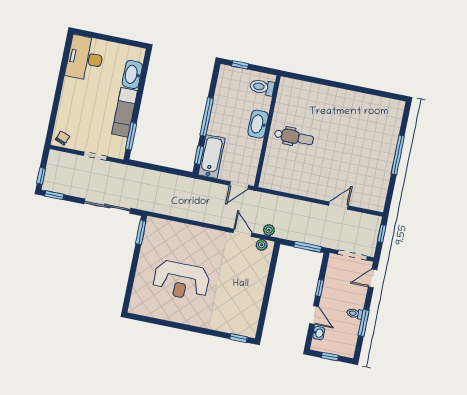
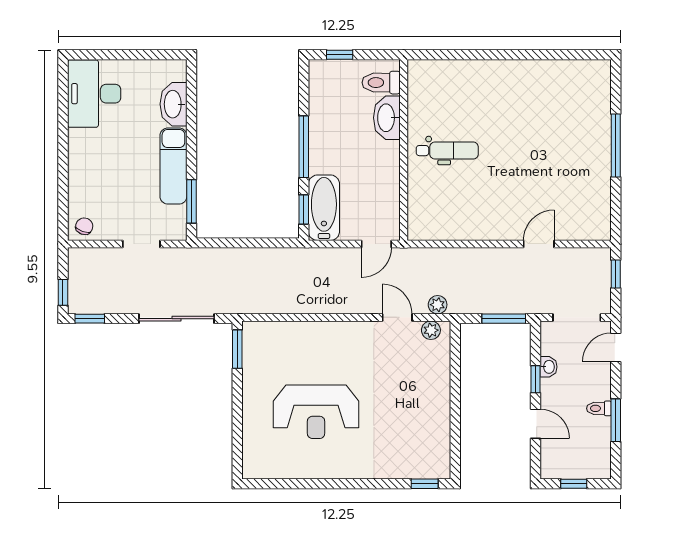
washbasin: (258, 124) -> (387, 118), moved
washbasin: (319, 333) -> (549, 367), moved

